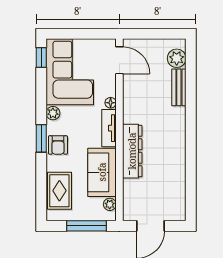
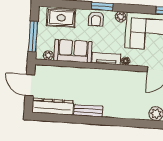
bench: (179, 87) -> (88, 111), moved
armchair: (58, 145) -> (96, 19), turned -90
dresser: (132, 151) -> (53, 107), moved, turned 180

